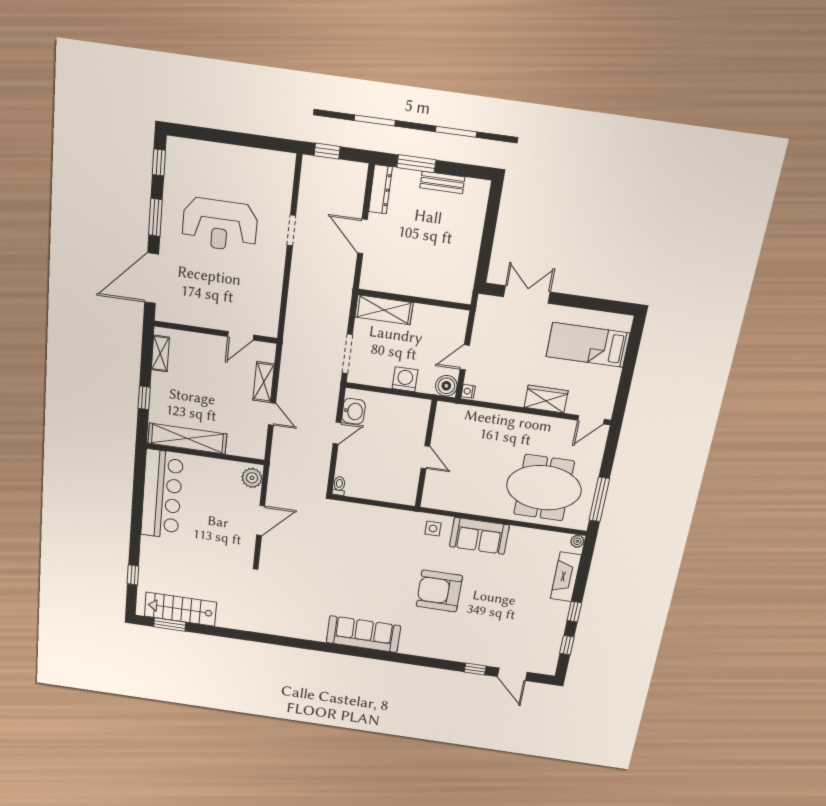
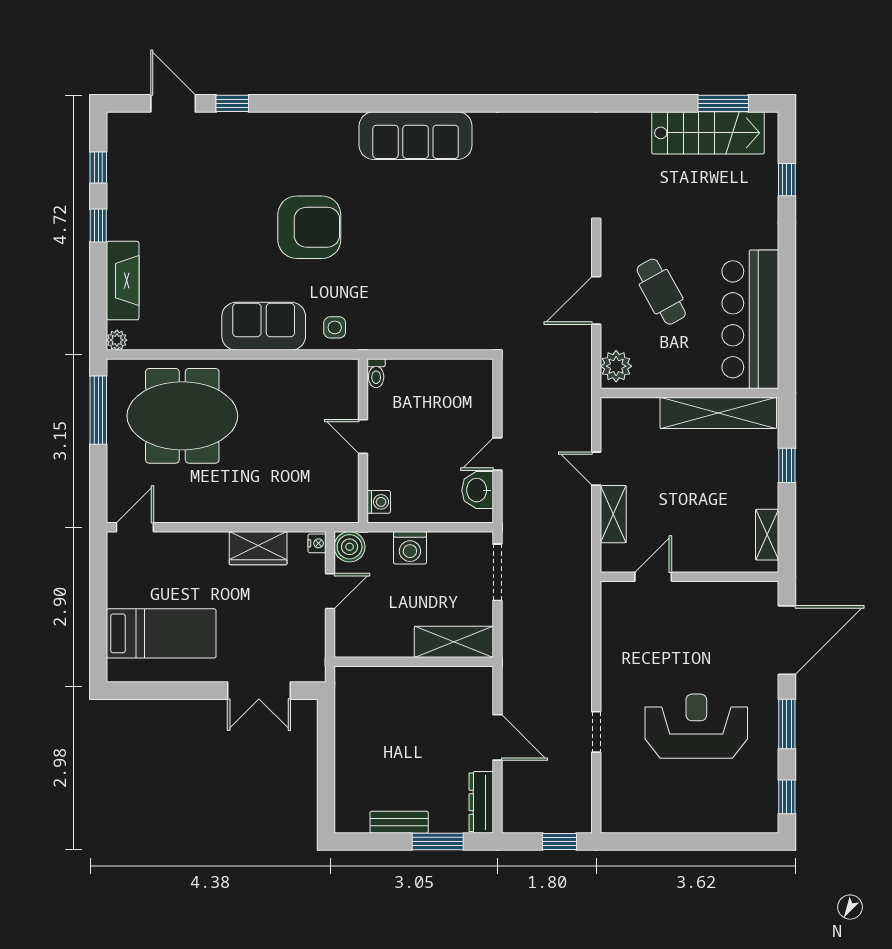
wardrobe: (546, 399) -> (258, 548), moved
washing machine: (422, 413) -> (379, 502), added
toilet: (339, 486) -> (376, 373), moved
cafe table: (218, 520) -> (661, 292), added

